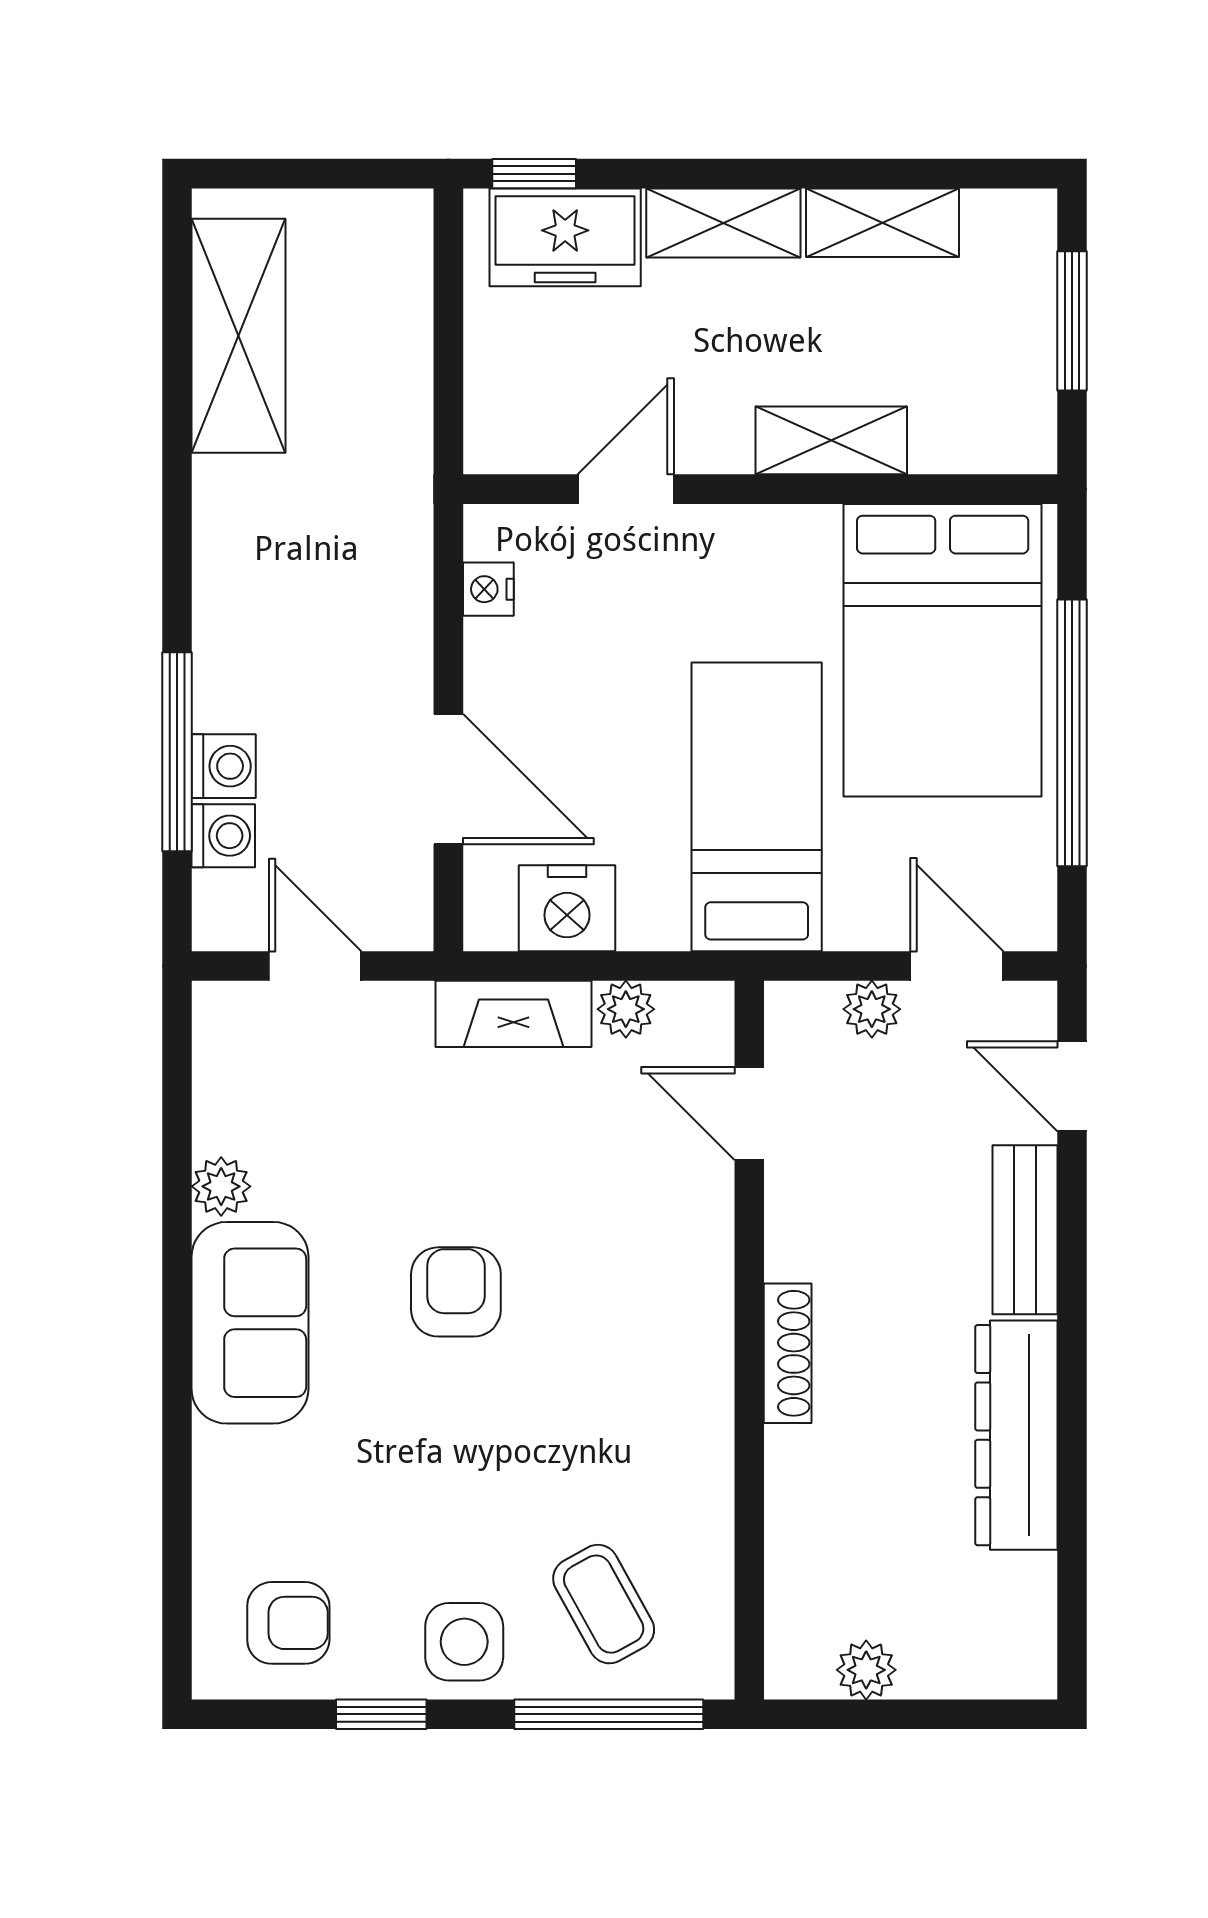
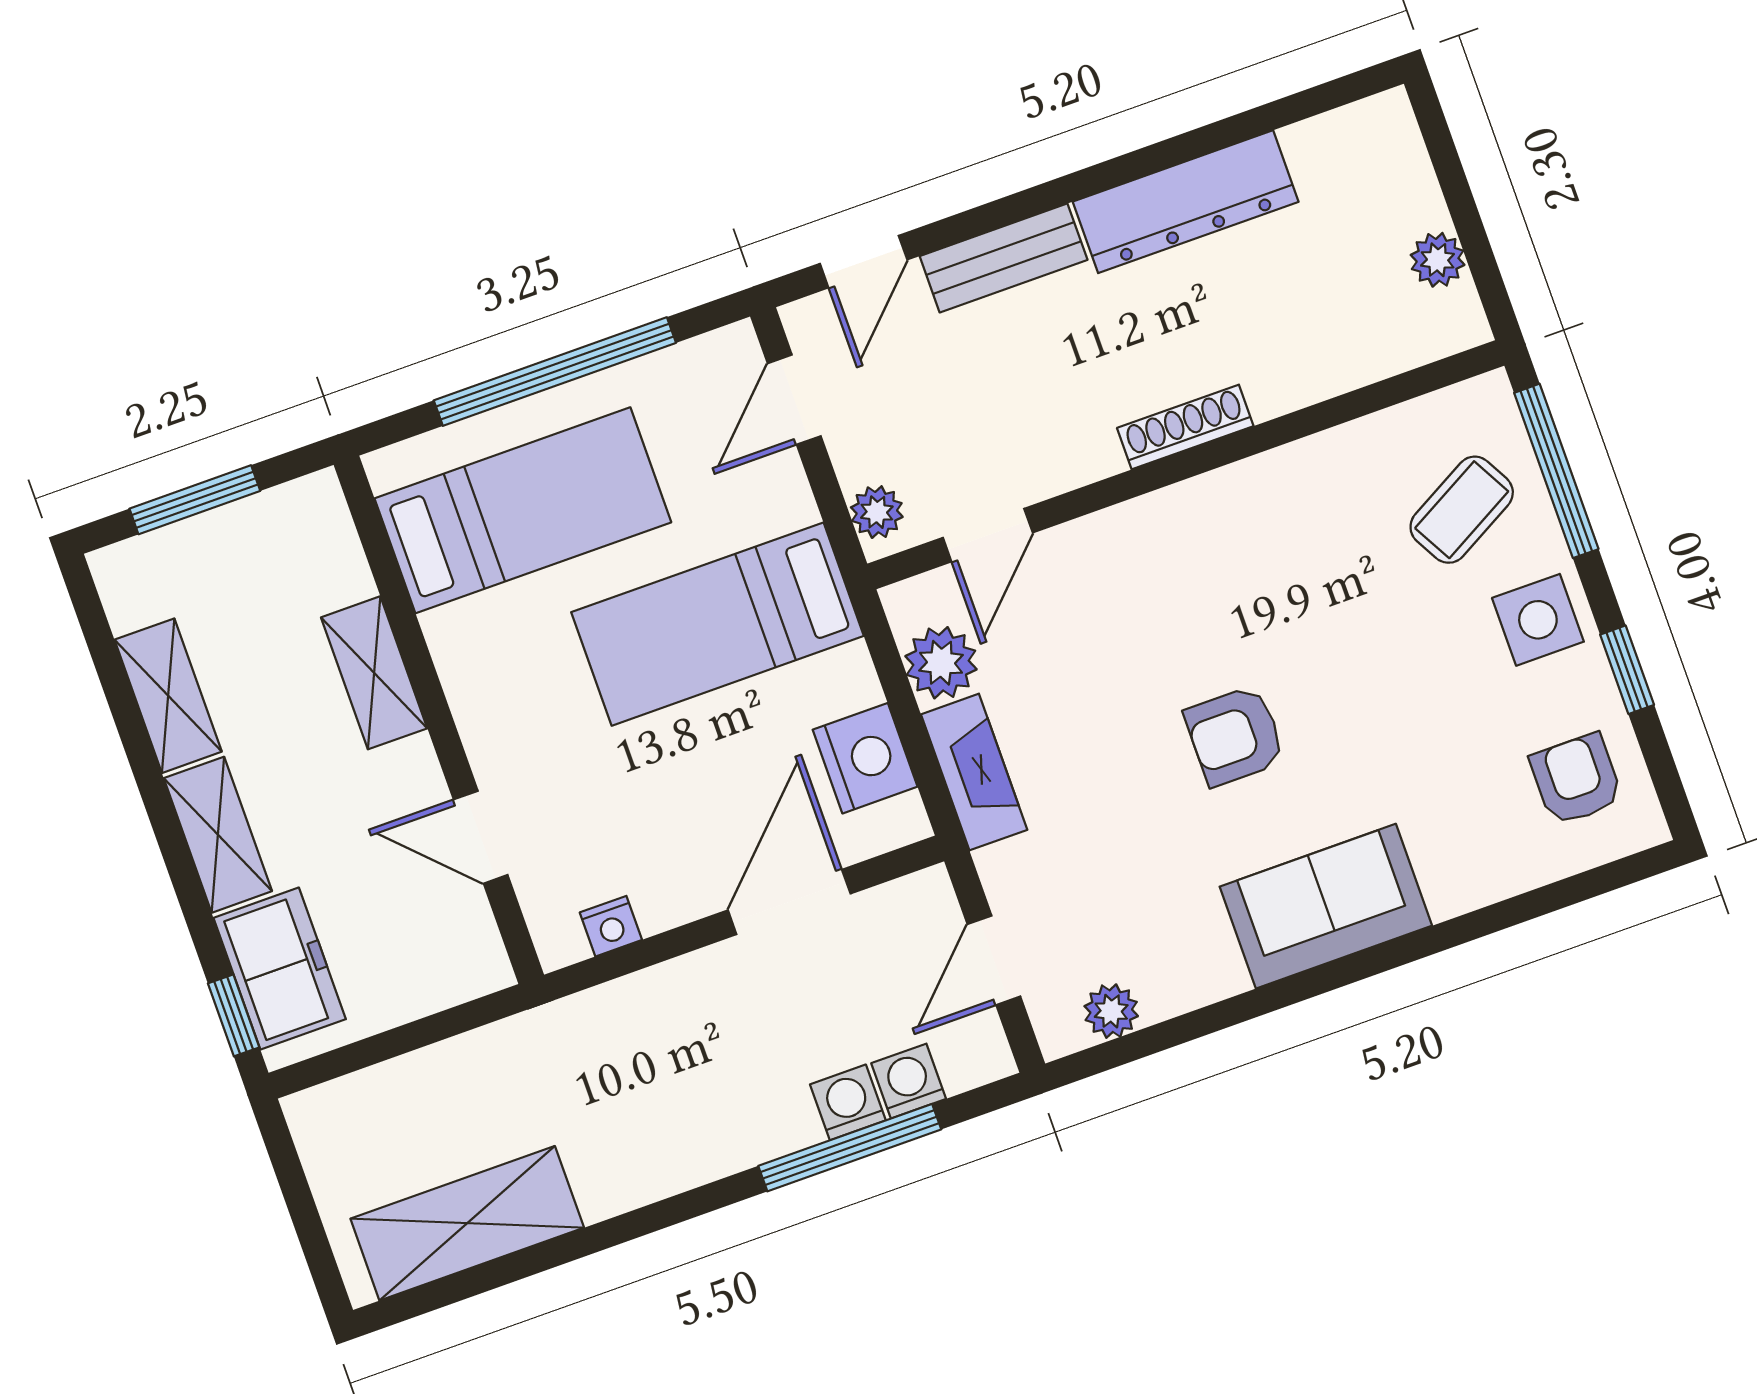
bed: (943, 650) -> (523, 510), width x0.67
plant: (626, 1009) -> (941, 663), width x1.38, depth x1.38
plant: (872, 1009) -> (877, 512), moved
plant: (221, 1186) -> (1111, 1011), moved

